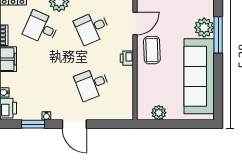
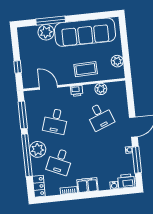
desk: (92, 28) -> (55, 121), turned 42
coffee table: (152, 50) -> (86, 69), moved
plant: (126, 89) -> (101, 89), added
window: (33, 124) -> (137, 160), width x1.44

